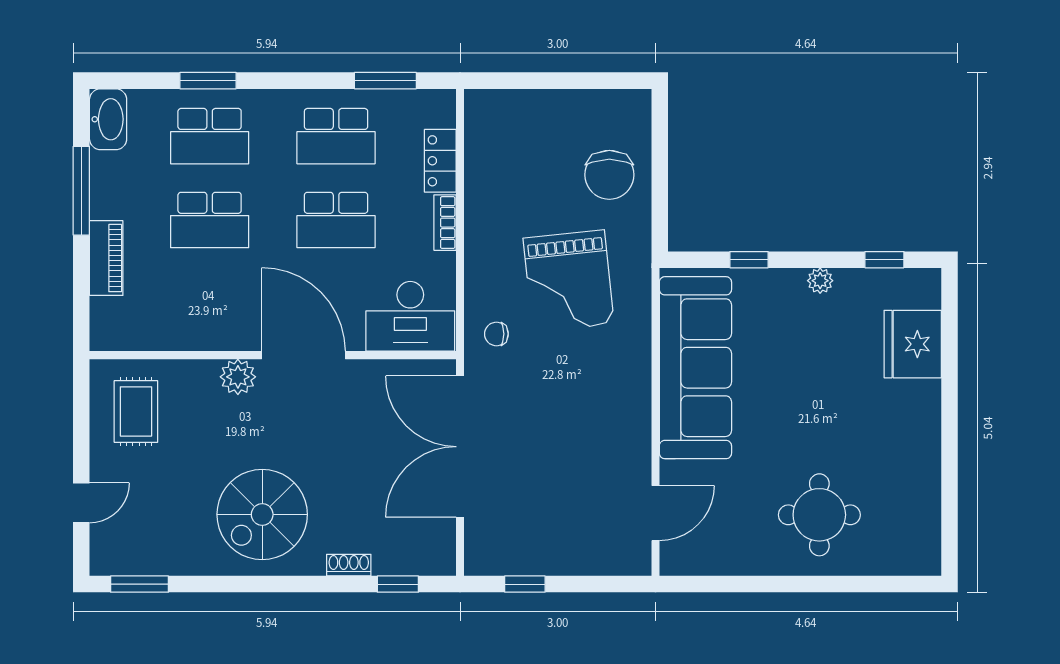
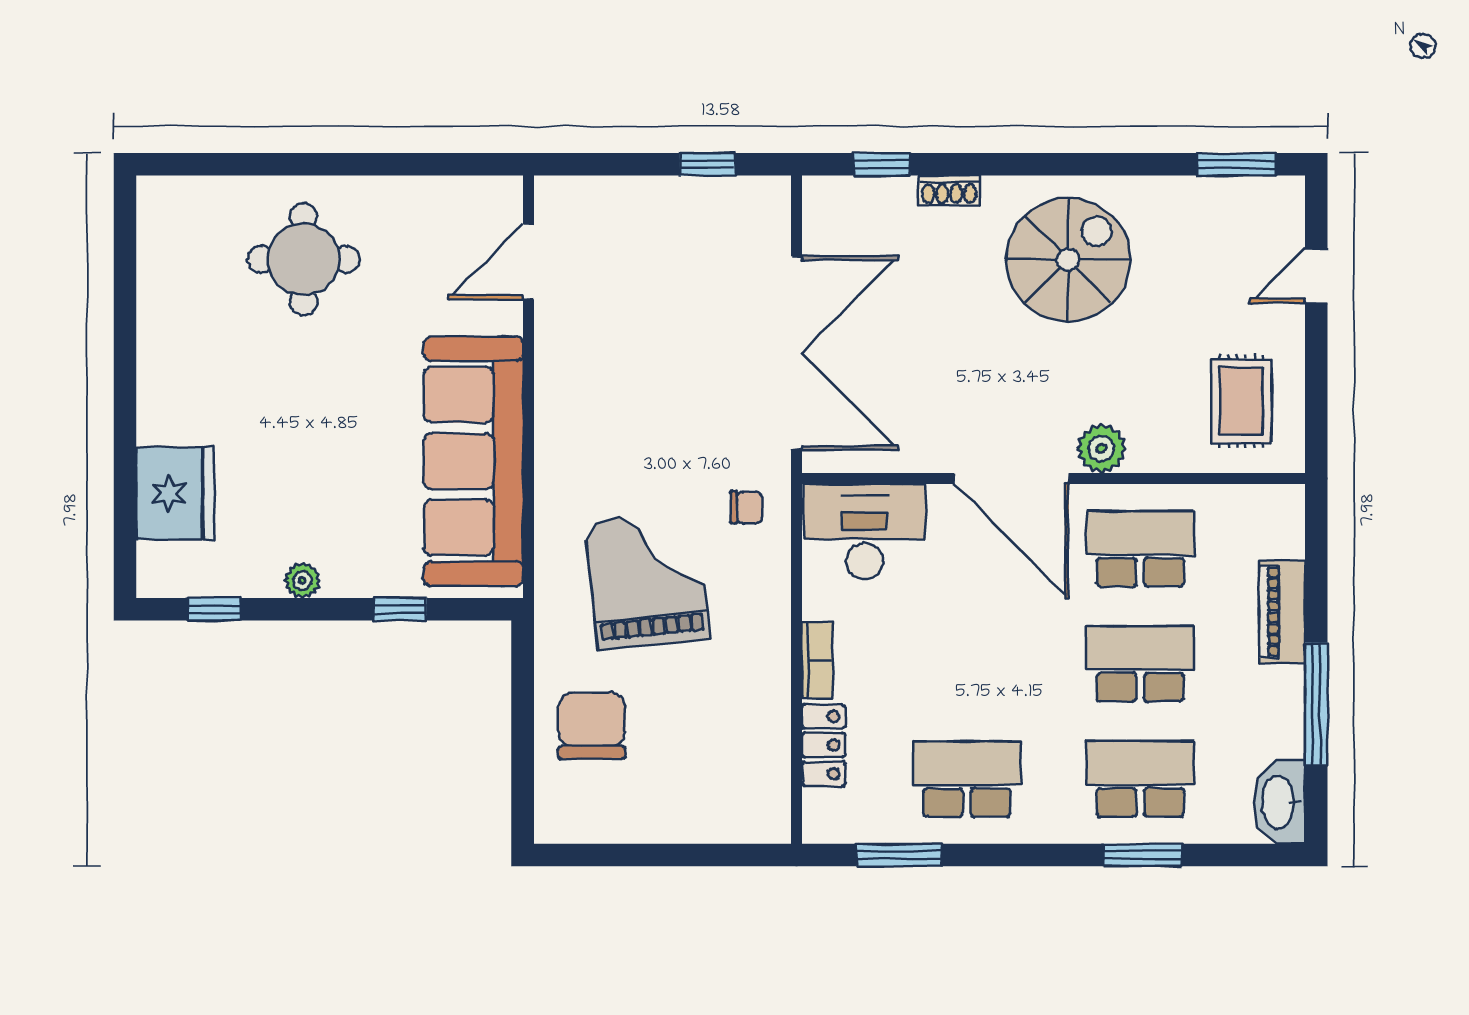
school desk: (336, 220) -> (1140, 549), moved

